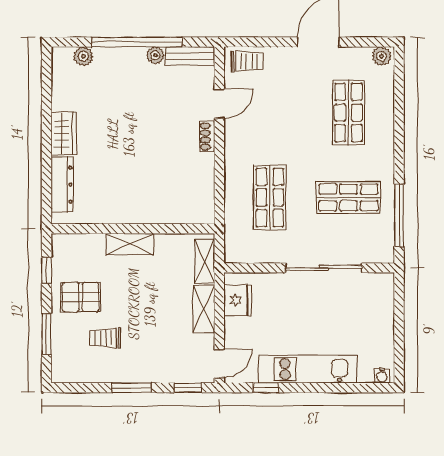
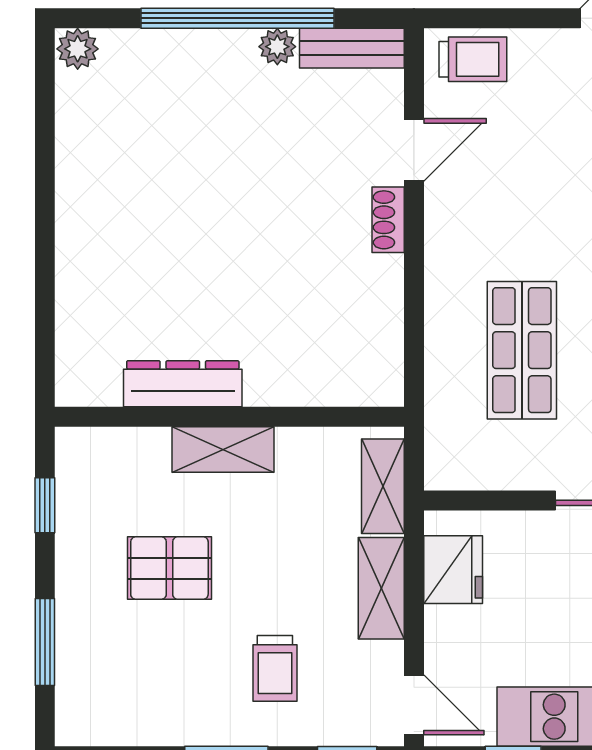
plant: (83, 56) -> (78, 49), moved
wardrobe: (64, 133) -> (82, 213), removed
dresser: (62, 185) -> (183, 384), moved, turned -90
pallet: (81, 297) -> (169, 568), moved
trolley: (105, 338) -> (275, 668), moved, turned -90
door: (219, 364) -> (414, 705), hinge flipped

